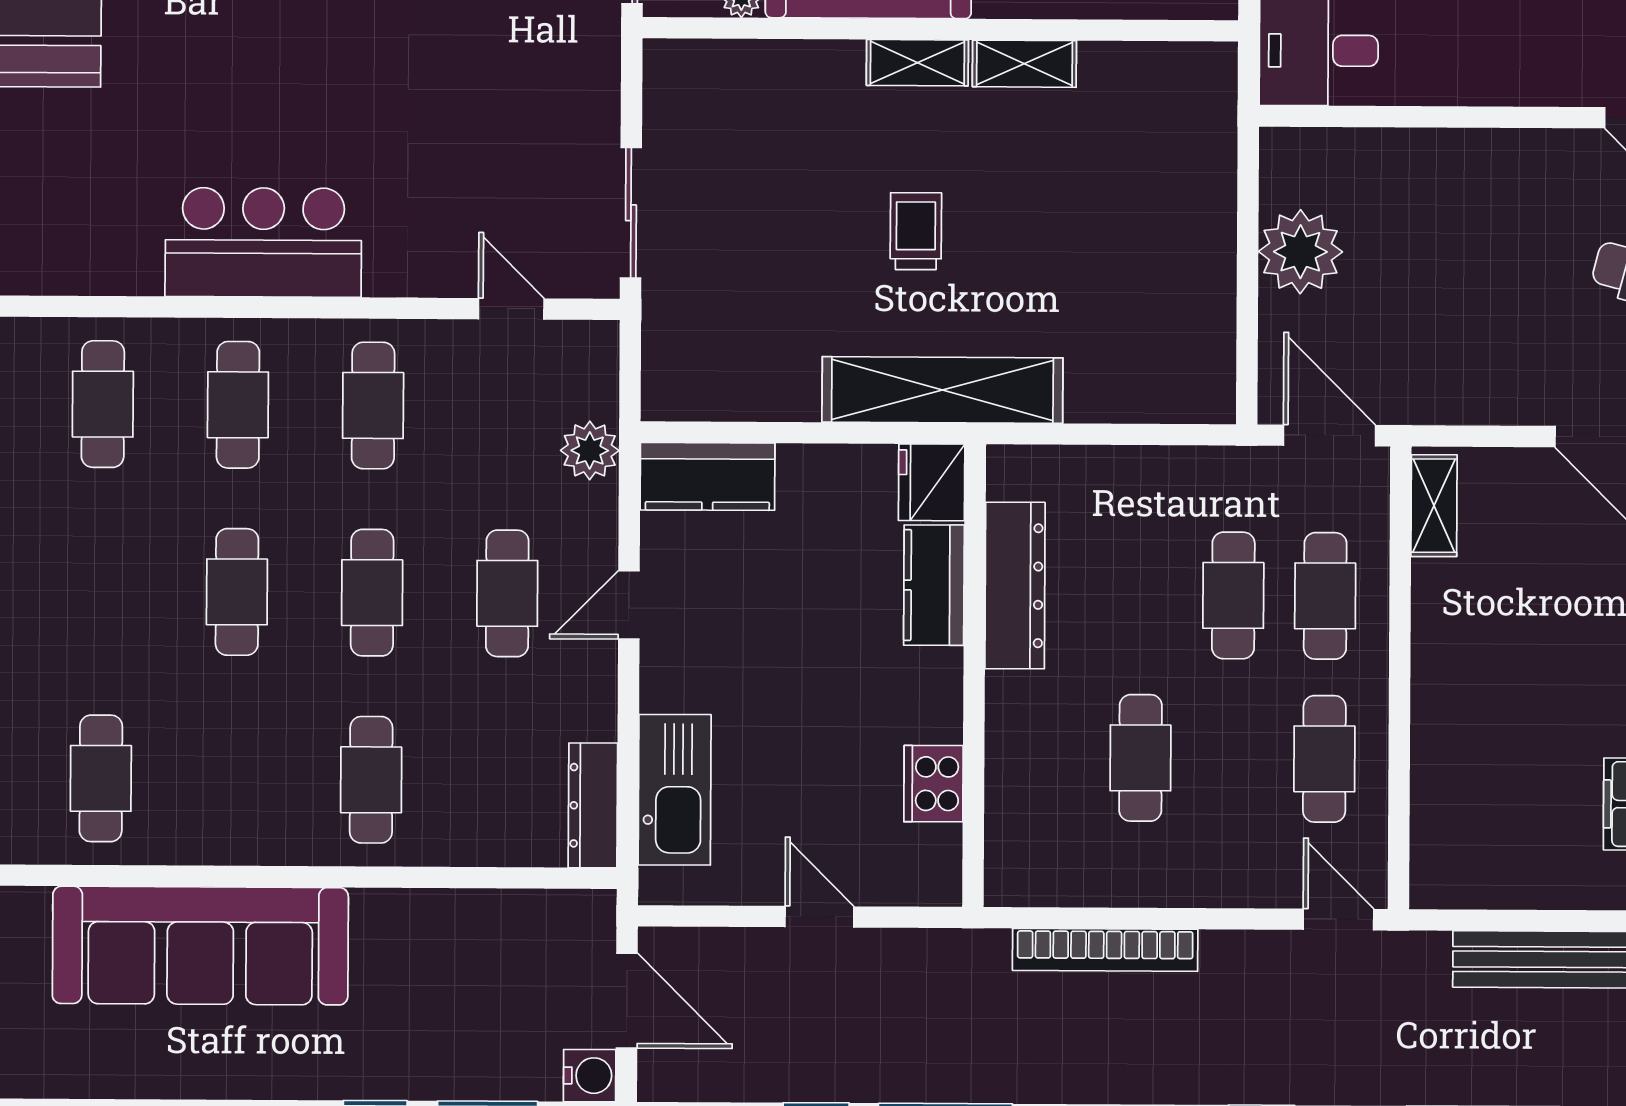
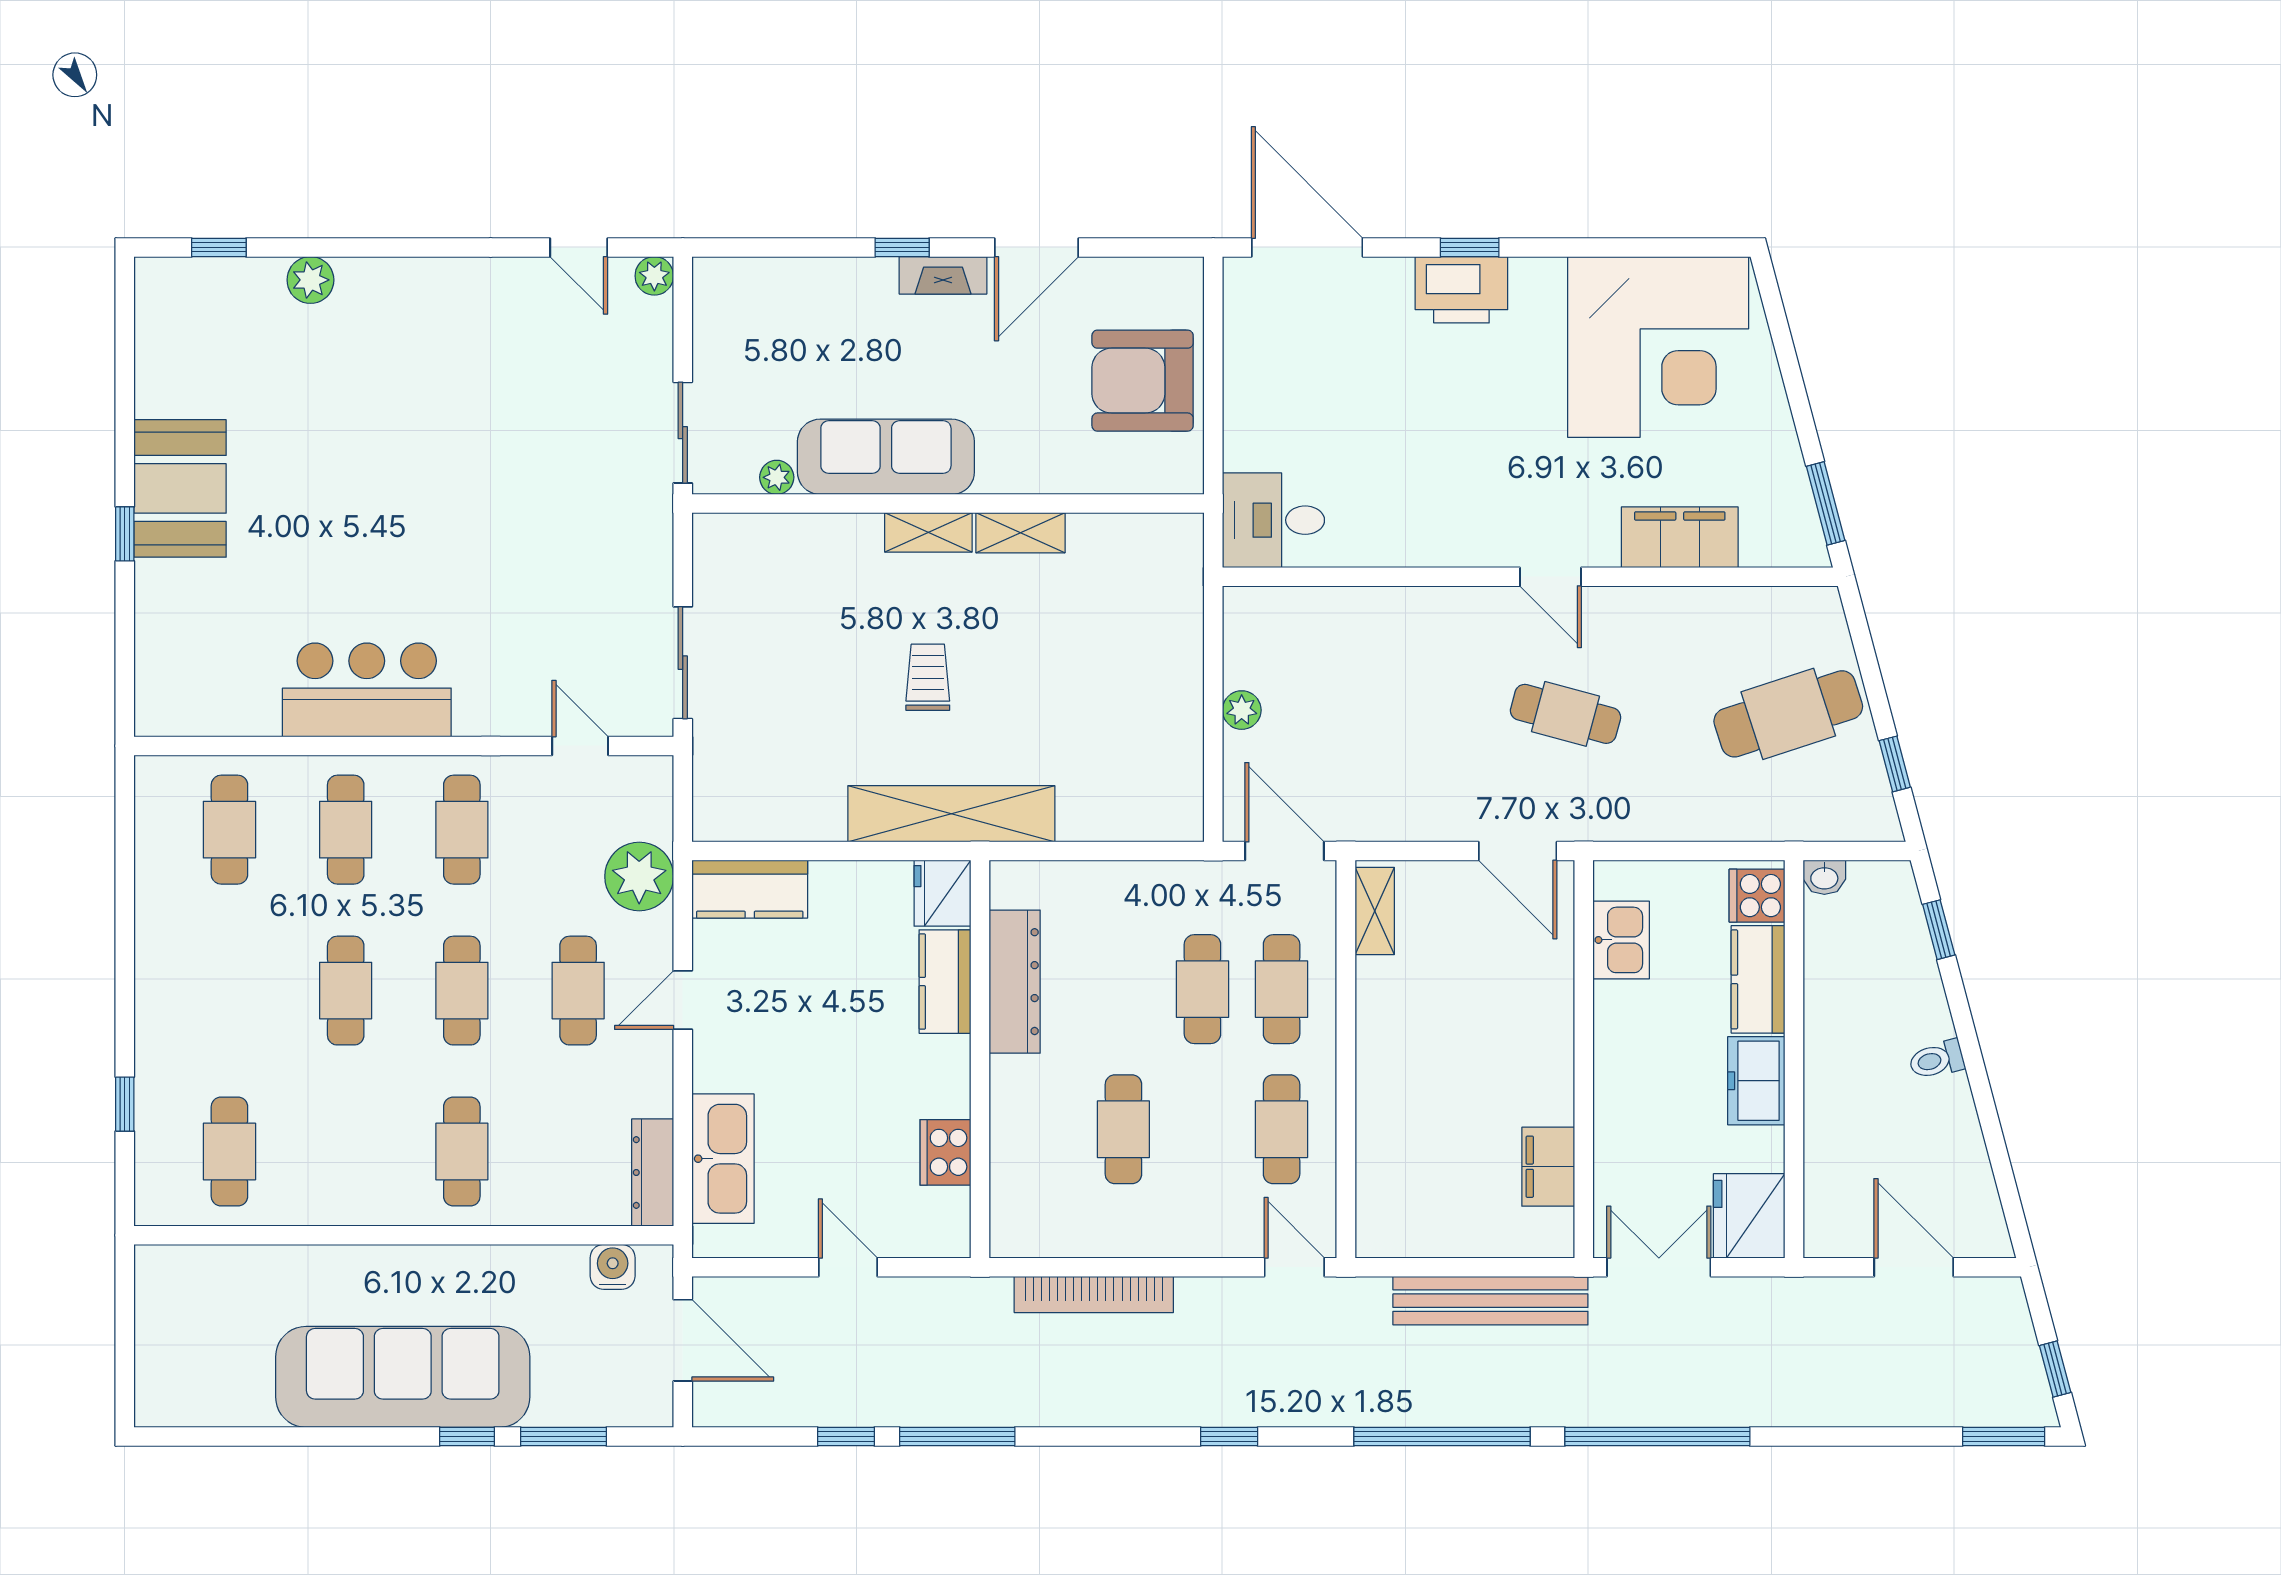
plant: (1300, 252) -> (1242, 710), width x0.53, depth x0.53
plant: (590, 450) -> (639, 876), width x1.36, depth x1.36
sofa: (200, 946) -> (403, 1377), moved, turned 180
water cooler: (590, 1076) -> (613, 1267), moved, turned -90

